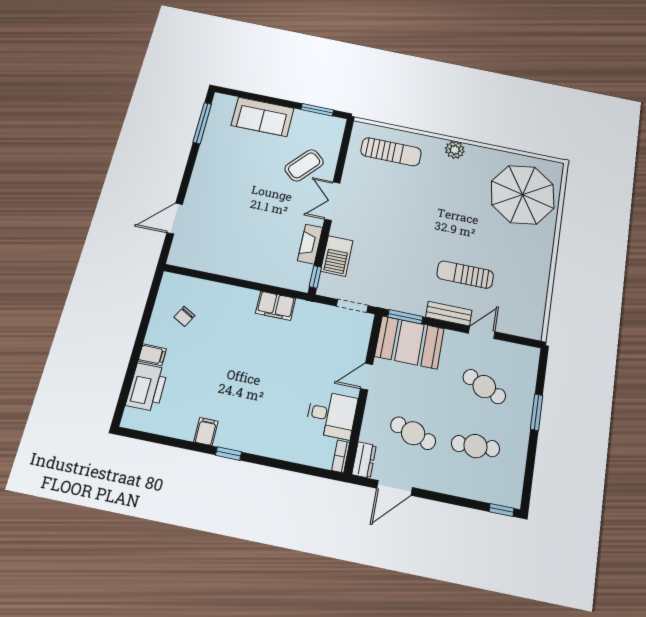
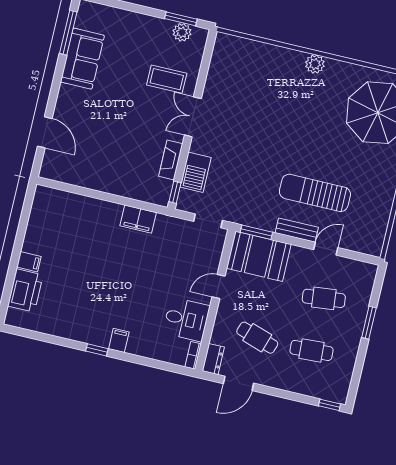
sofa: (263, 117) -> (82, 59), moved, turned -90
plant: (319, 122) -> (182, 32), added
sun lounger: (391, 152) -> (252, 65), removed
coffee table: (304, 165) -> (167, 79), turned 49
door: (175, 218) -> (45, 132), swing flipped
sun lounger: (465, 275) -> (315, 193), width x1.36, depth x1.34
chair: (184, 316) -> (56, 227), removed
cafe table: (484, 387) -> (324, 298), turned -30
filing cabinet: (206, 432) -> (119, 340), moved

